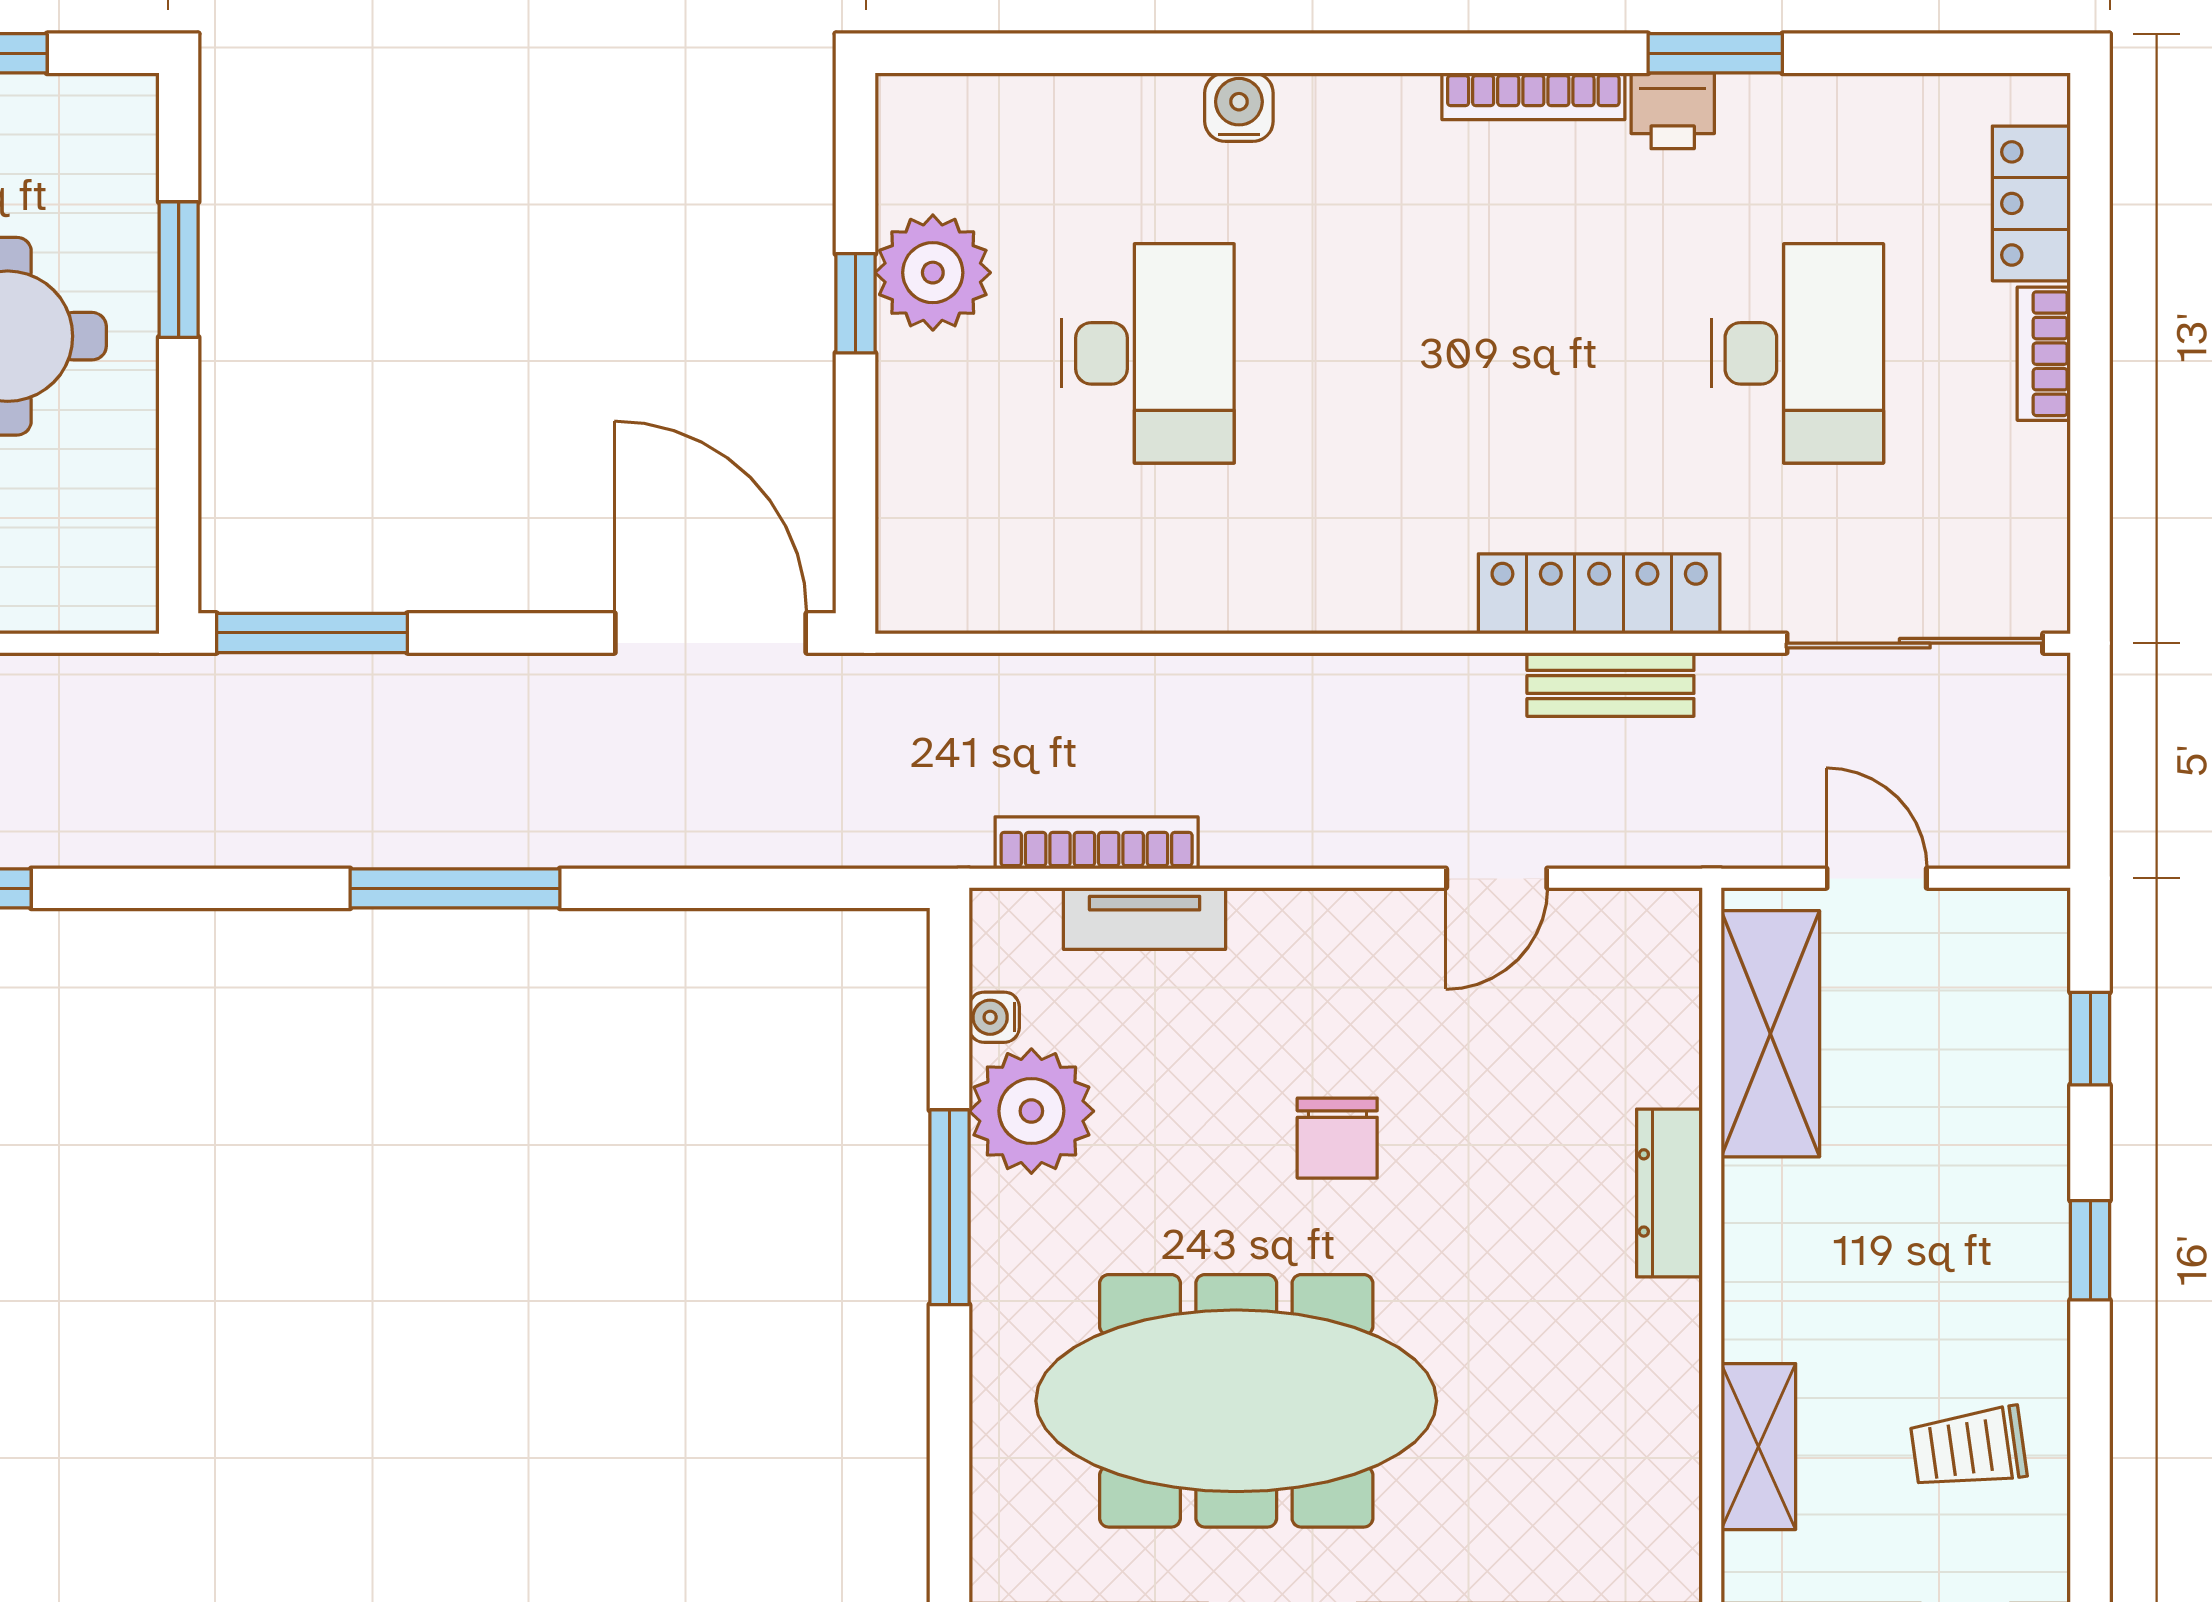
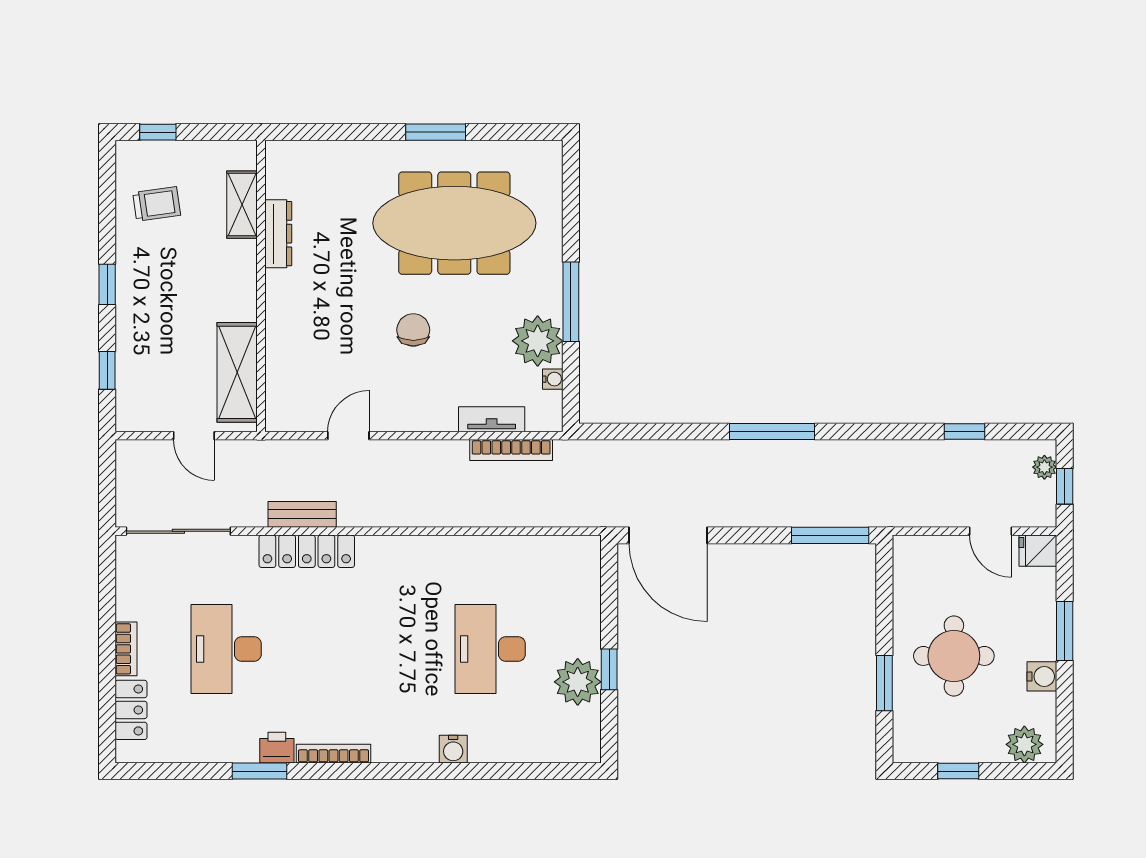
dresser: (1669, 1193) -> (278, 234), moved

